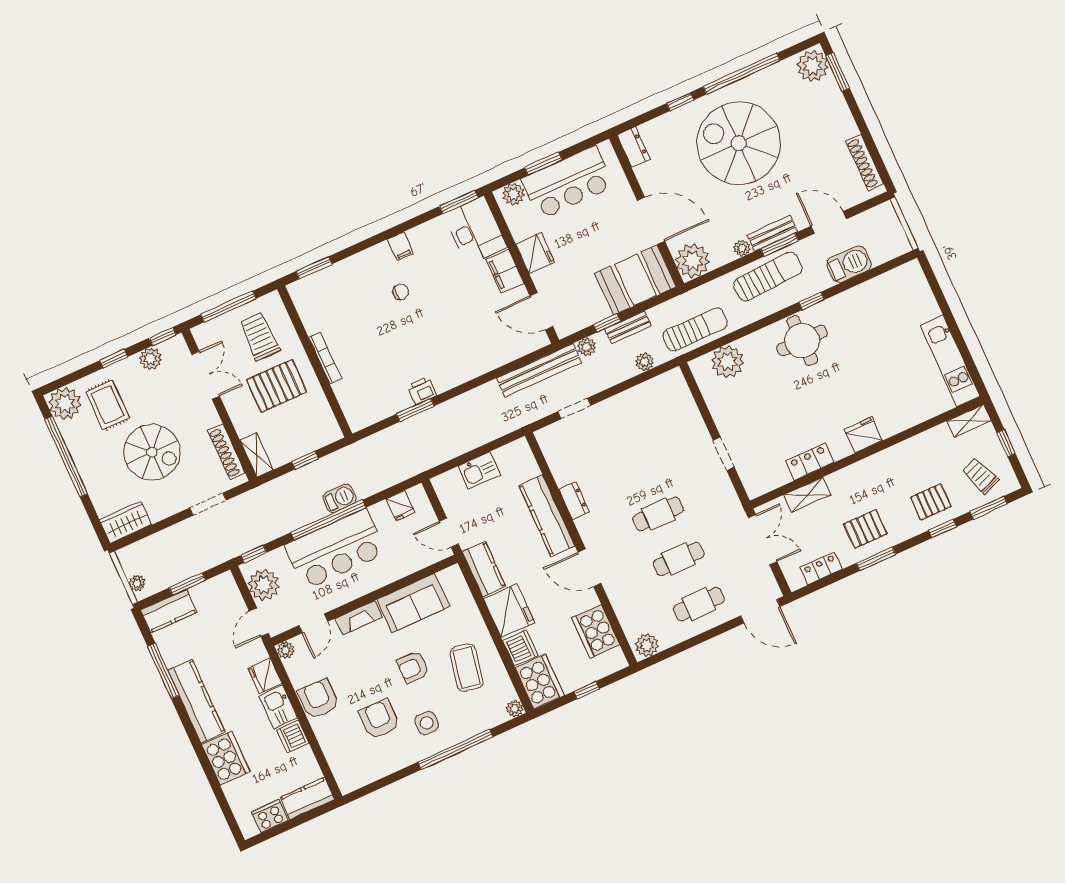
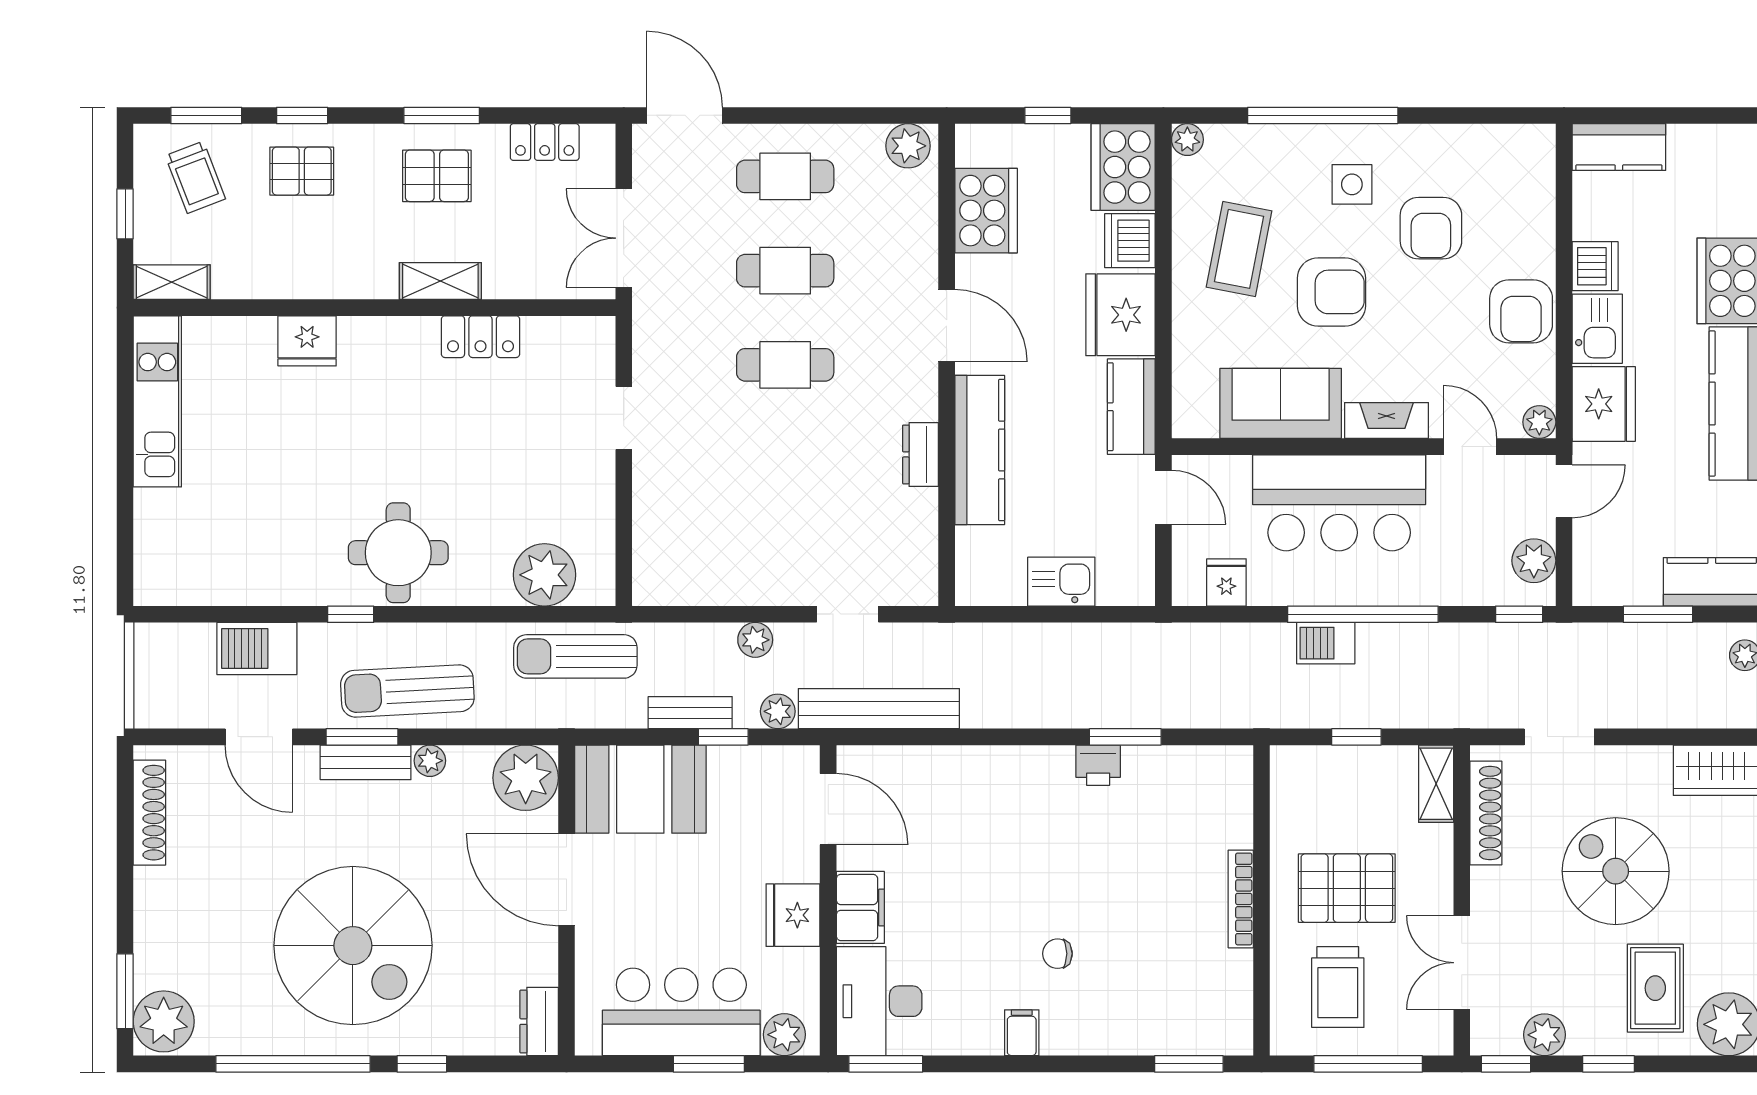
plant: (645, 362) -> (755, 640), moved
fridge: (863, 435) -> (307, 341), moved
shelving: (807, 495) -> (440, 281), moved
bar counter: (335, 549) -> (1339, 503), moved, turned 180
plant: (264, 585) -> (1534, 561), width x0.73, depth x0.73
door: (313, 623) -> (1470, 447), hinge flipped
armchair: (413, 667) -> (1331, 292), width x1.38, depth x1.38
fridge: (265, 676) -> (1604, 404), width x1.36, depth x1.34
cooker: (270, 816) -> (1698, 146), removed

